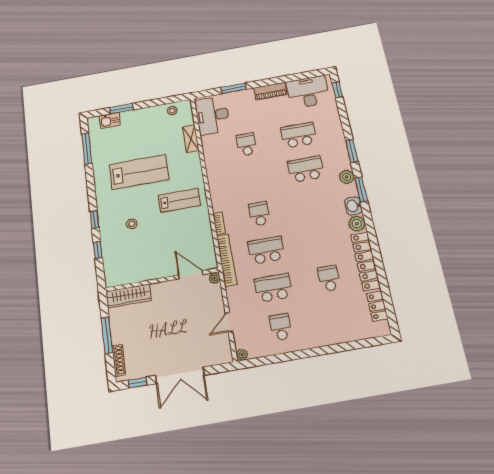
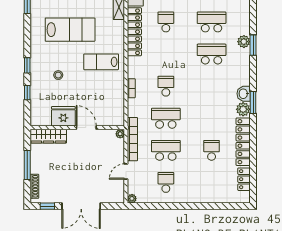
locker: (212, 161) -> (134, 32), added
plant: (347, 177) -> (244, 42), moved
window: (361, 189) -> (253, 102), moved
lab bench: (179, 200) -> (101, 62), turned 180
bookcase: (227, 260) -> (132, 139), moved
fridge: (144, 270) -> (63, 116), added
door: (191, 275) -> (86, 128), moved

